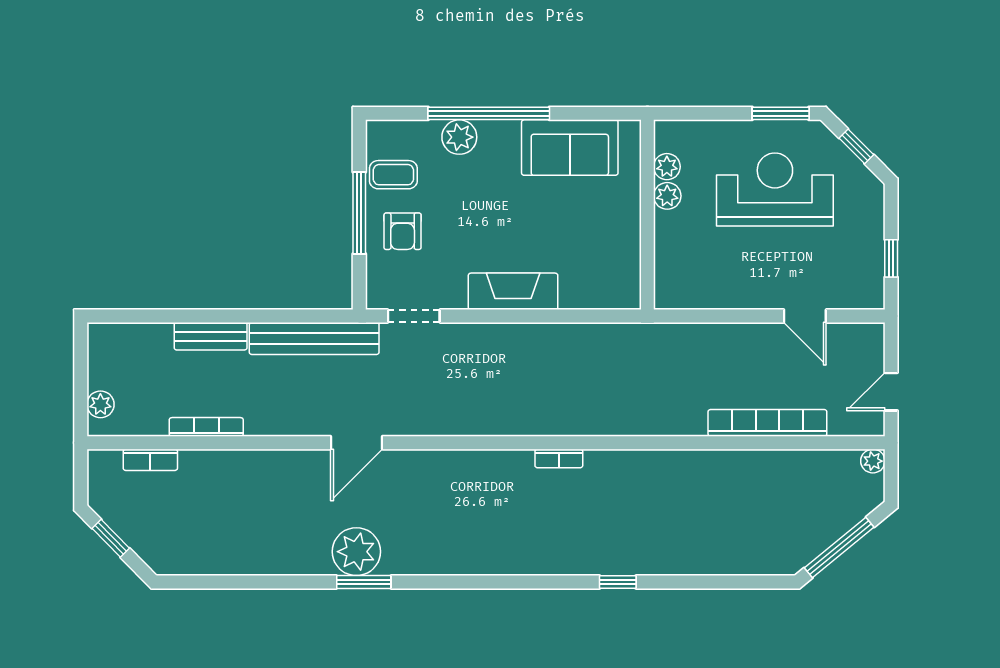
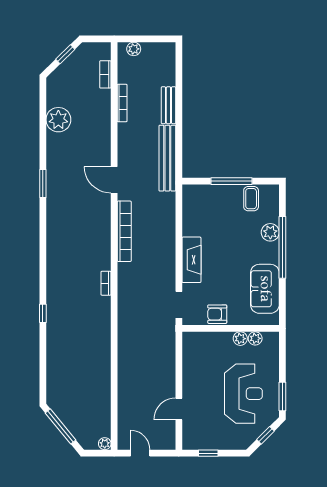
armchair: (403, 231) -> (217, 314), moved
doorway: (414, 316) -> (179, 305), moved
bookcase: (767, 423) -> (124, 231), moved
plant: (356, 552) -> (58, 120), moved

